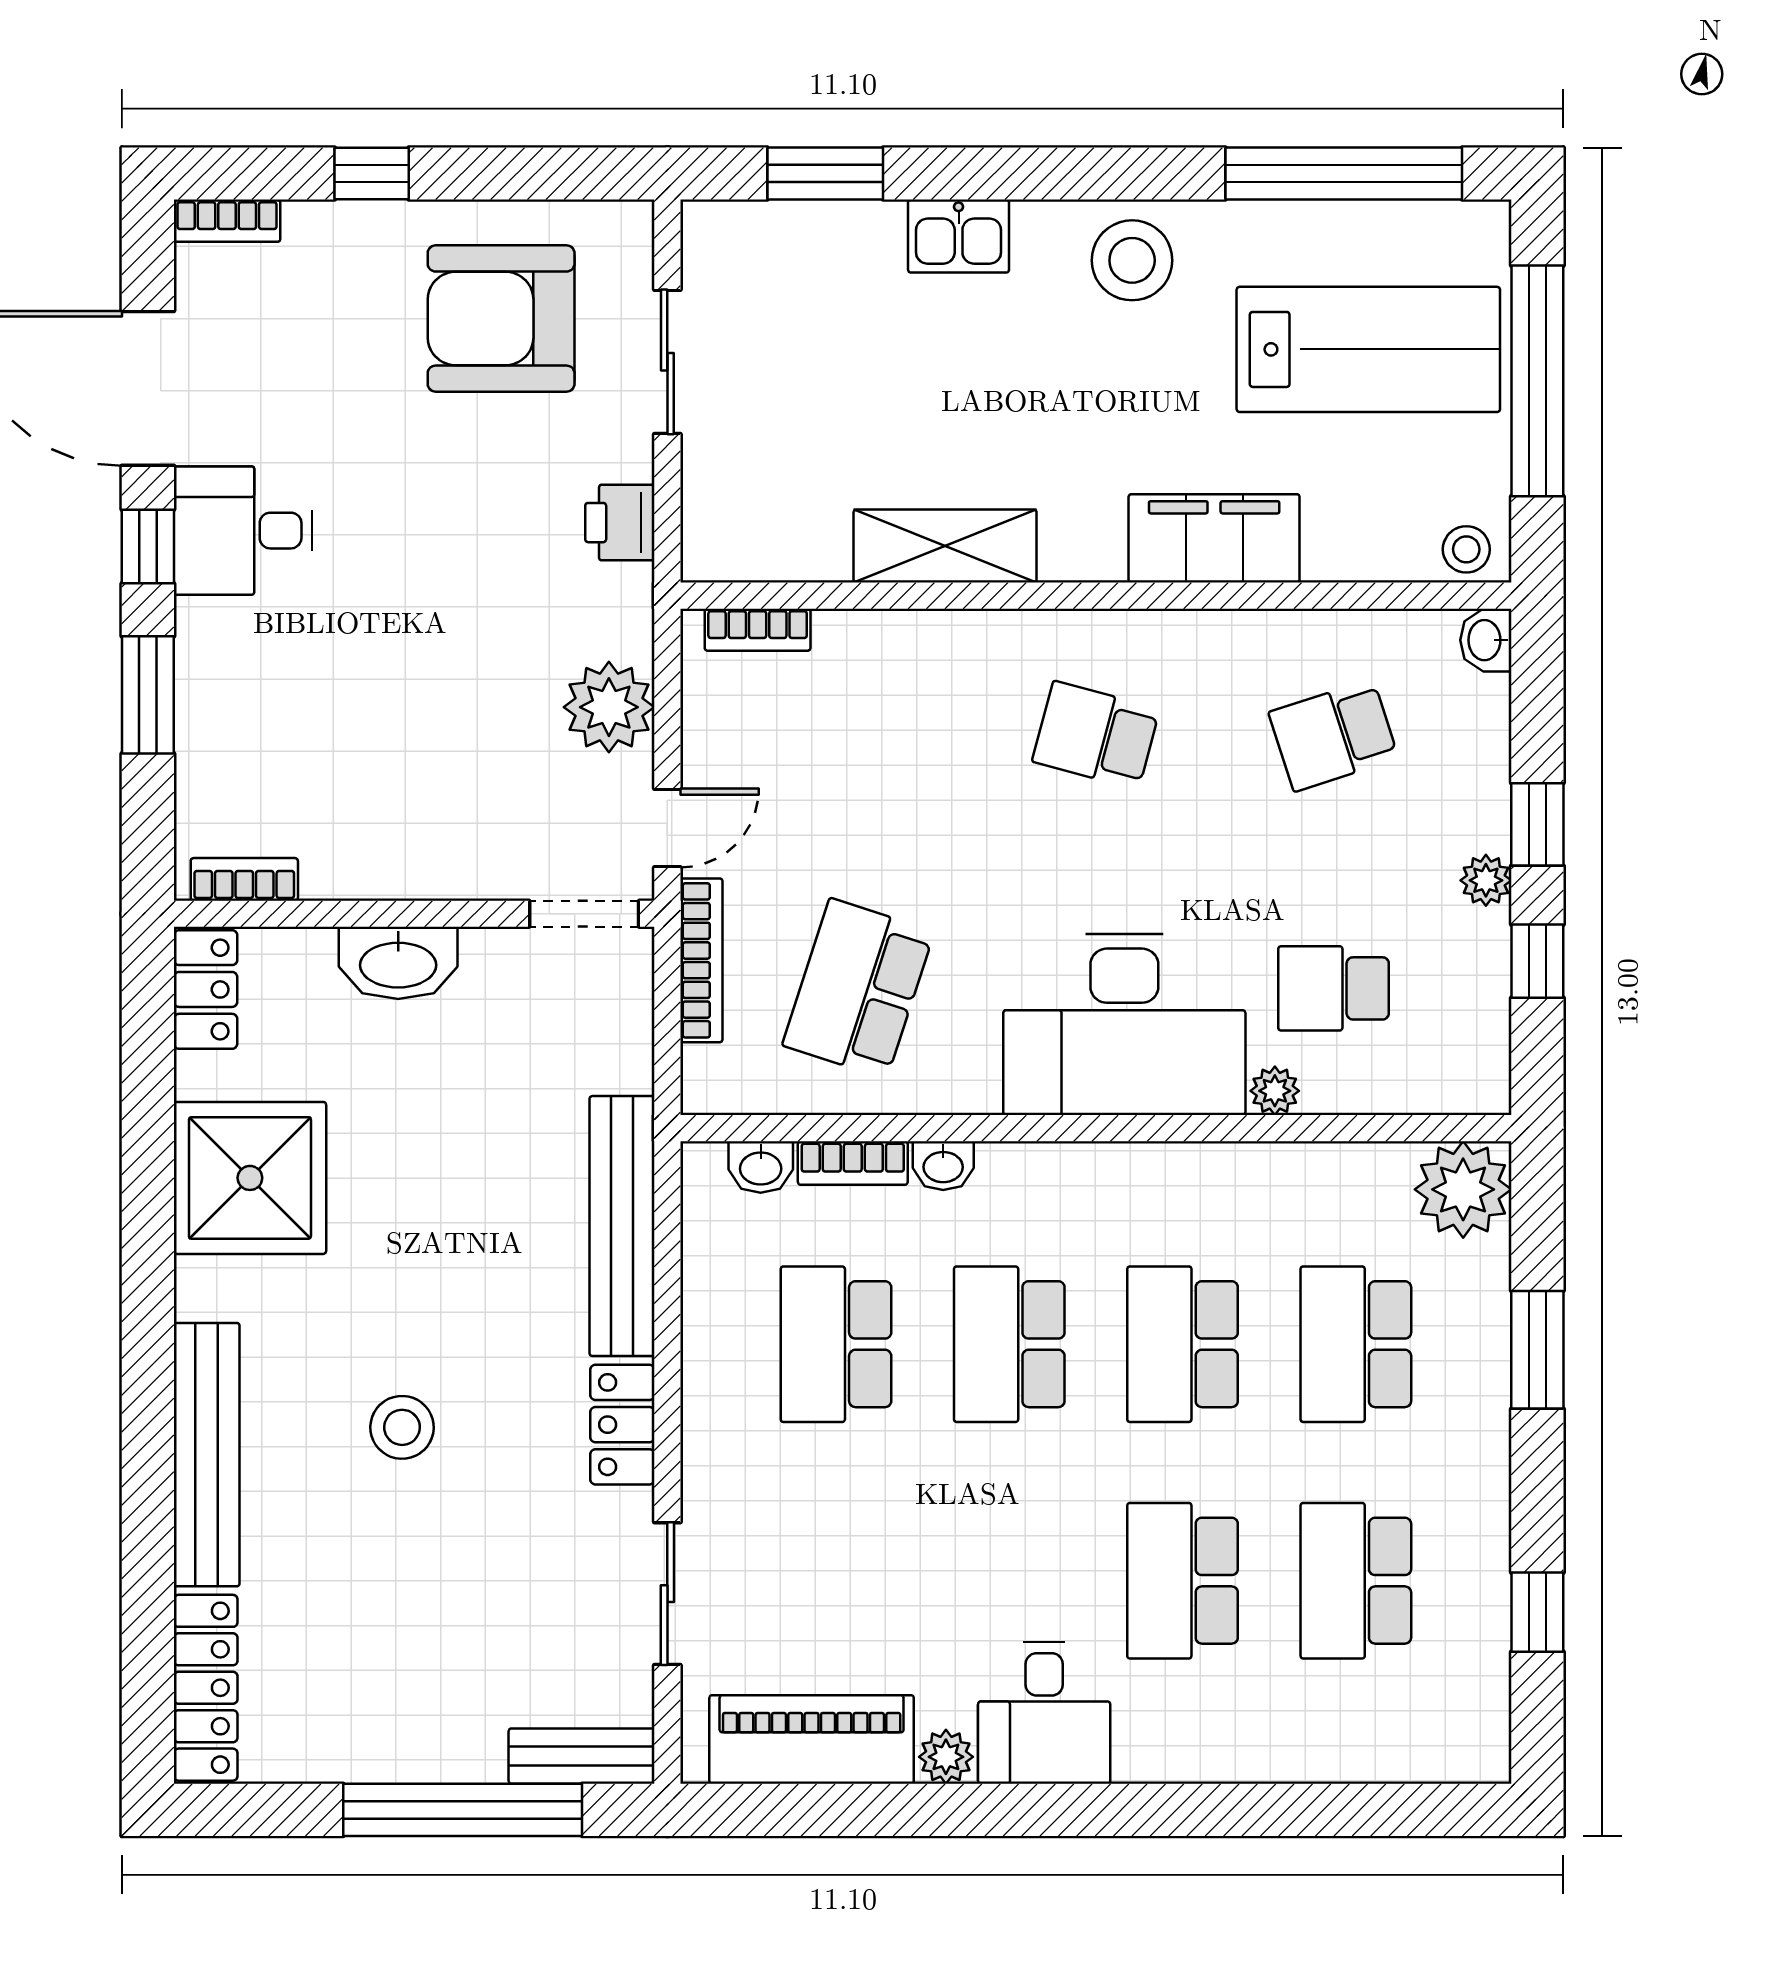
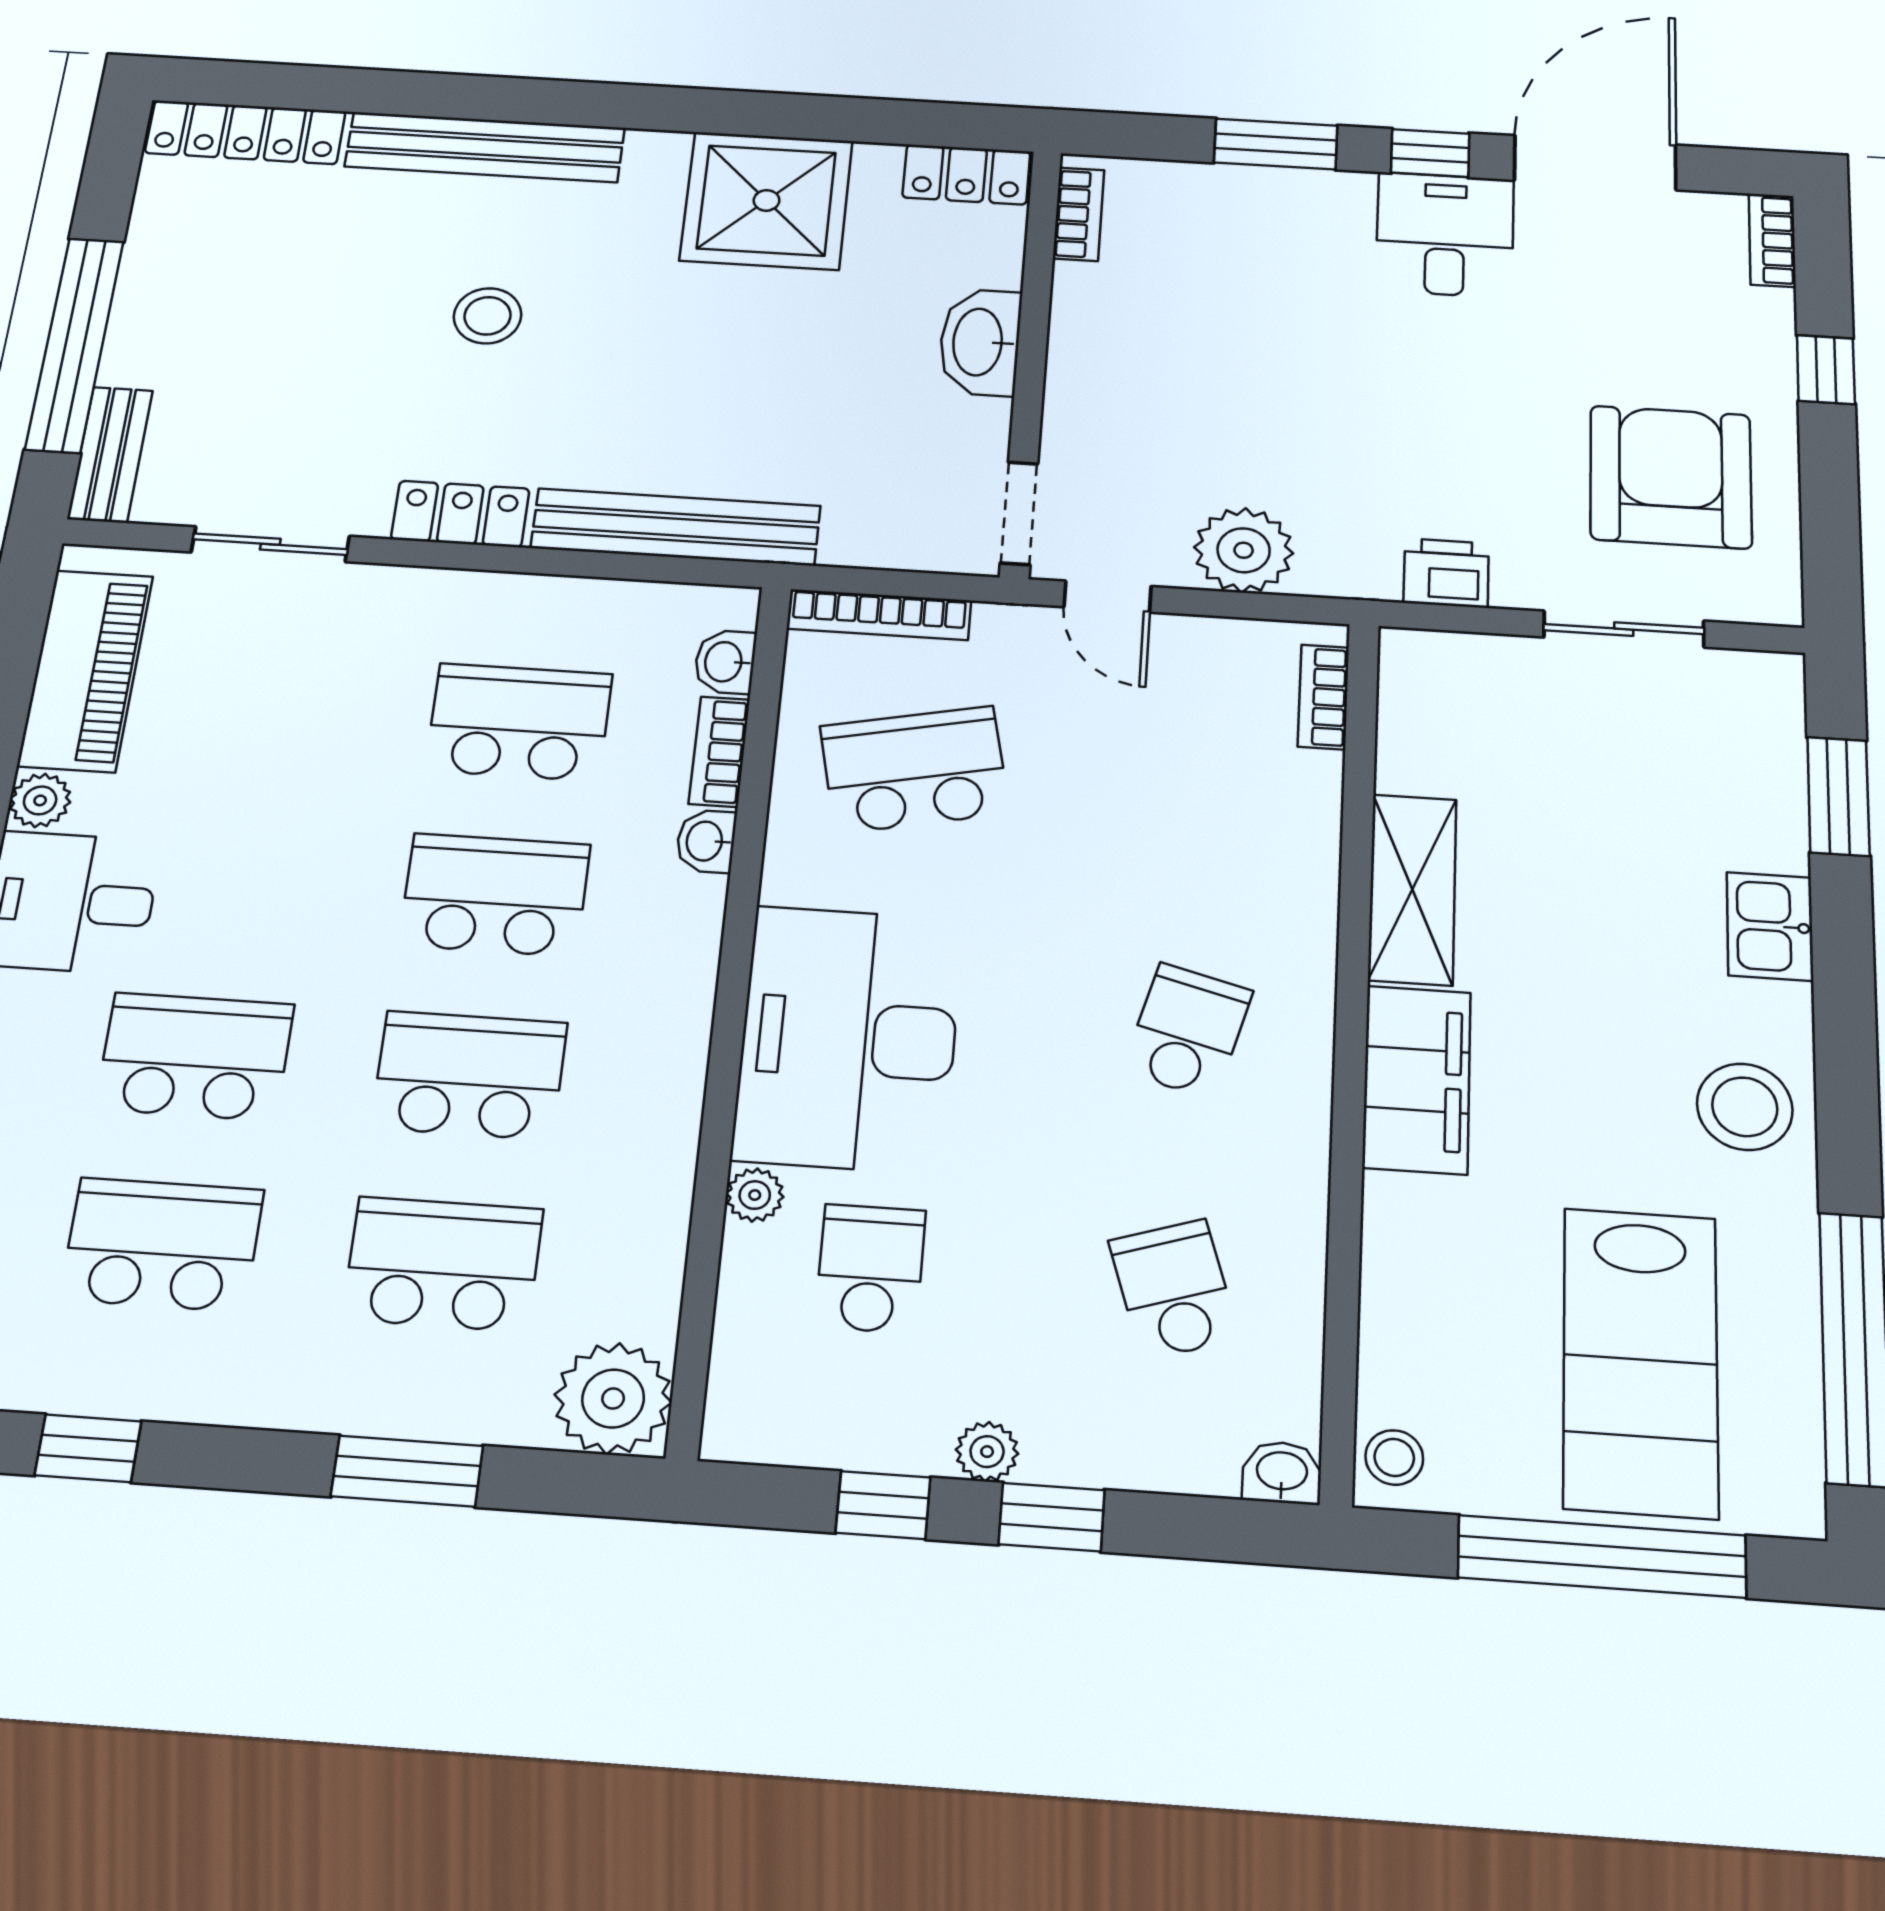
filing cabinet: (1214, 538) -> (1417, 1079), moved
bookcase: (701, 960) -> (879, 615), moved
school desk: (858, 988) -> (915, 770), turned -30

